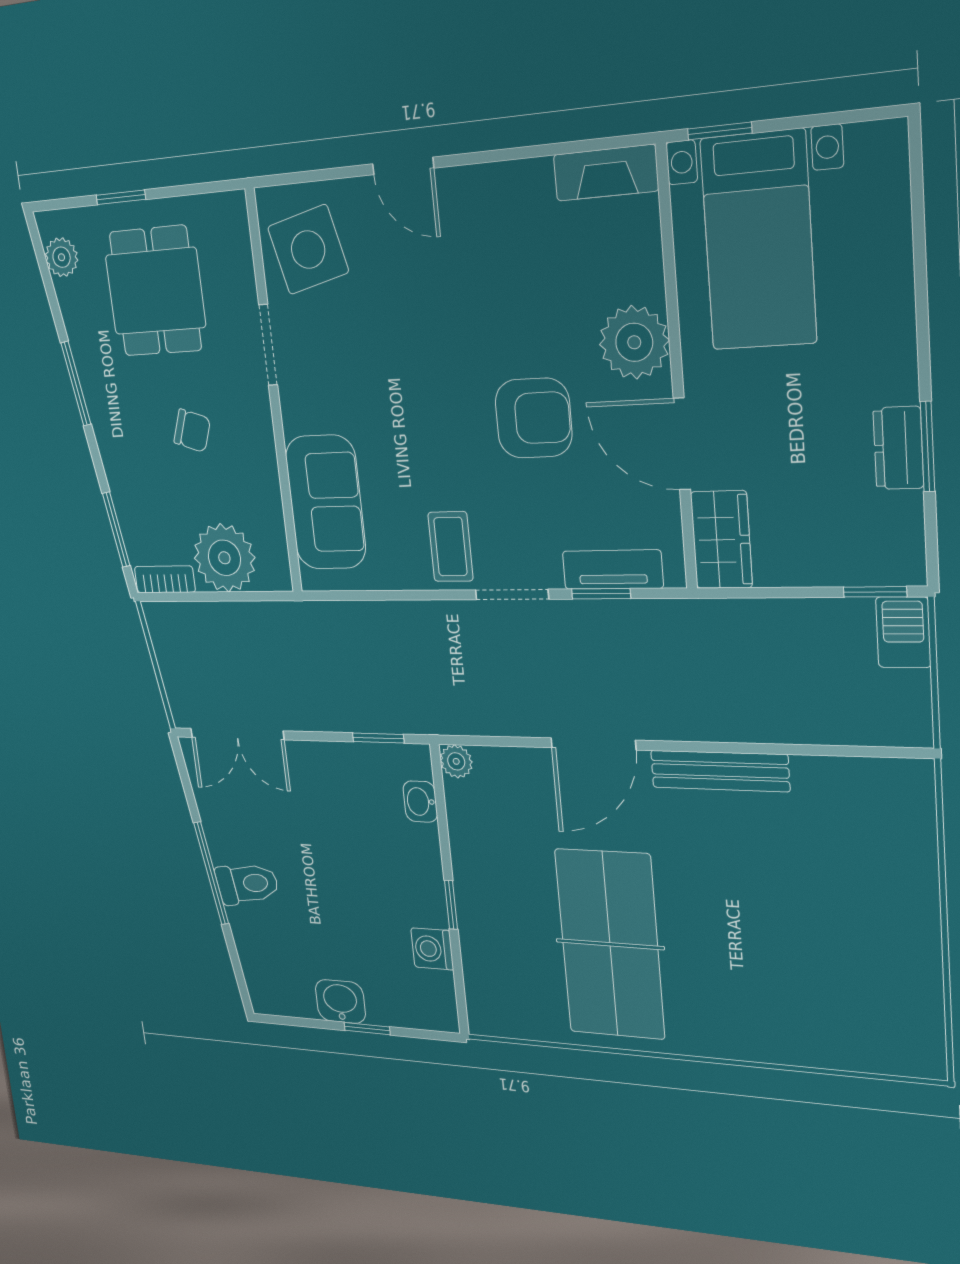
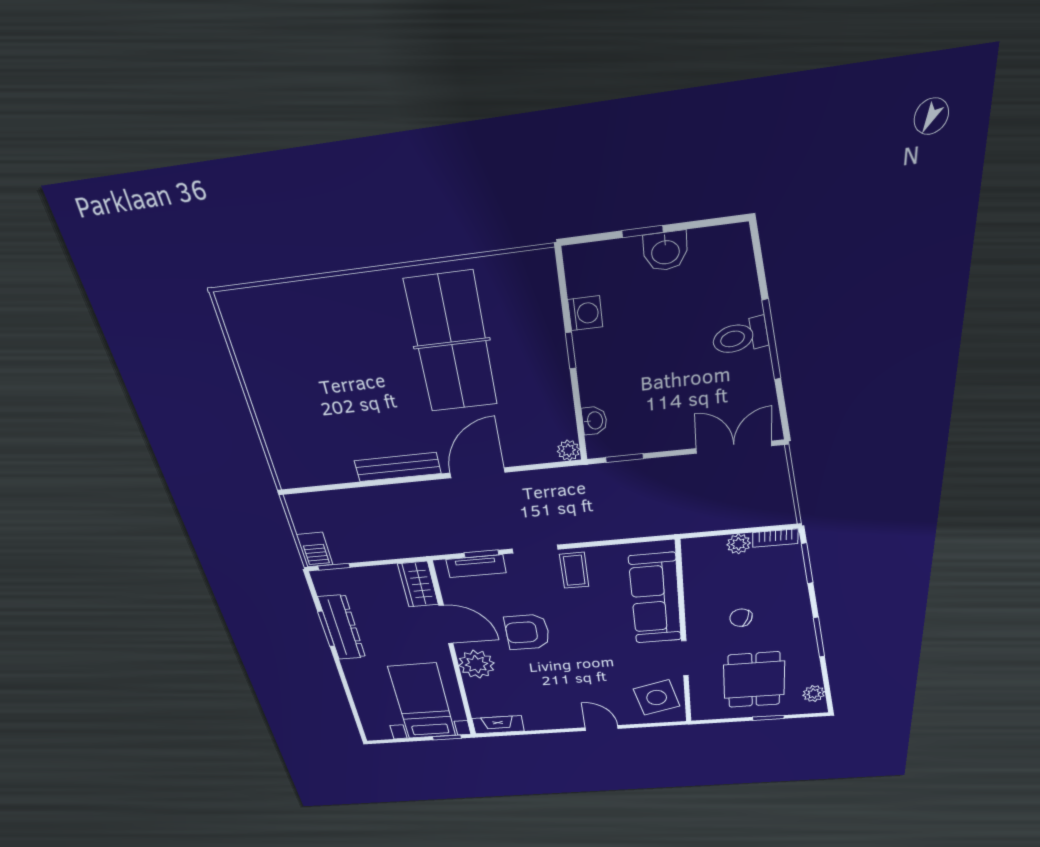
dresser: (898, 448) -> (342, 627), width x1.96, depth x1.24
sofa: (326, 502) -> (655, 599), width x1.36
plant: (224, 558) -> (739, 544), width x0.53, depth x0.53

